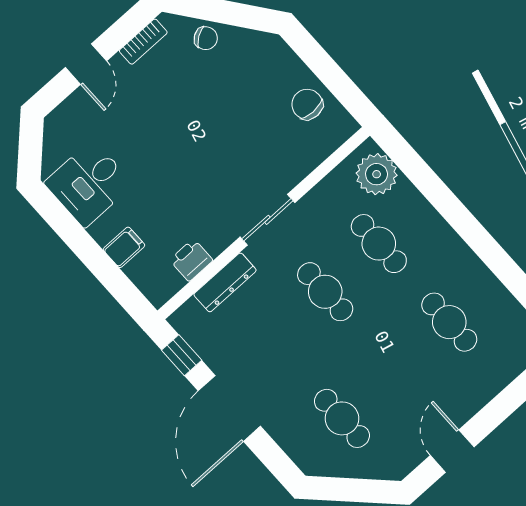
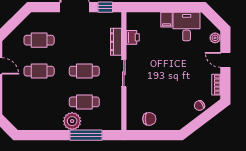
plant: (64, 116) -> (215, 38), added
plant: (377, 174) -> (72, 121), moved
window: (434, 189) -> (86, 135), added
filing cabinet: (124, 247) -> (167, 20), moved
cafe table: (449, 322) -> (39, 71), moved

